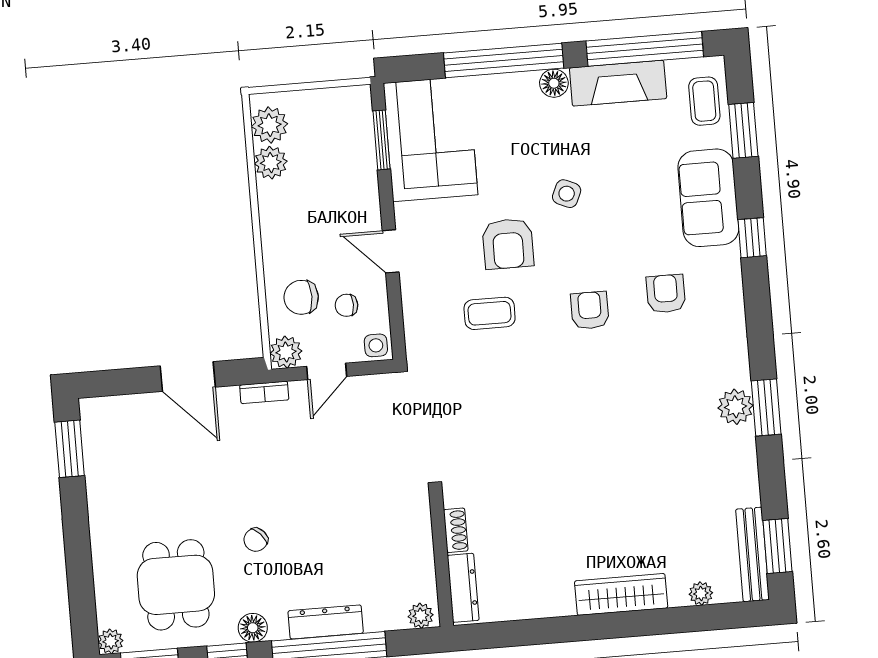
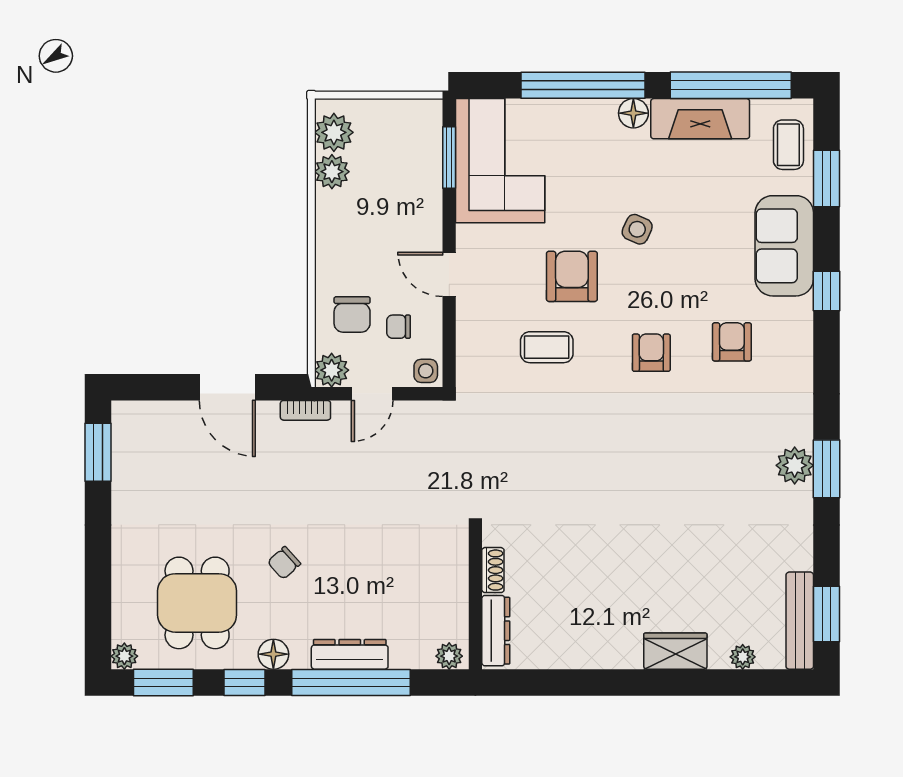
armchair: (508, 244) -> (572, 276), turned 180
chair: (301, 297) -> (352, 314), turned -90
wardrobe: (621, 594) -> (675, 651), width x0.67

